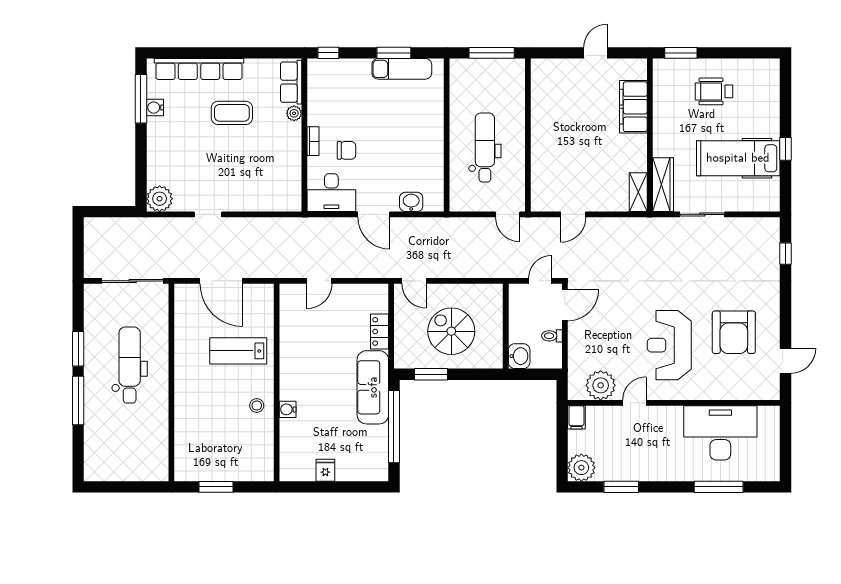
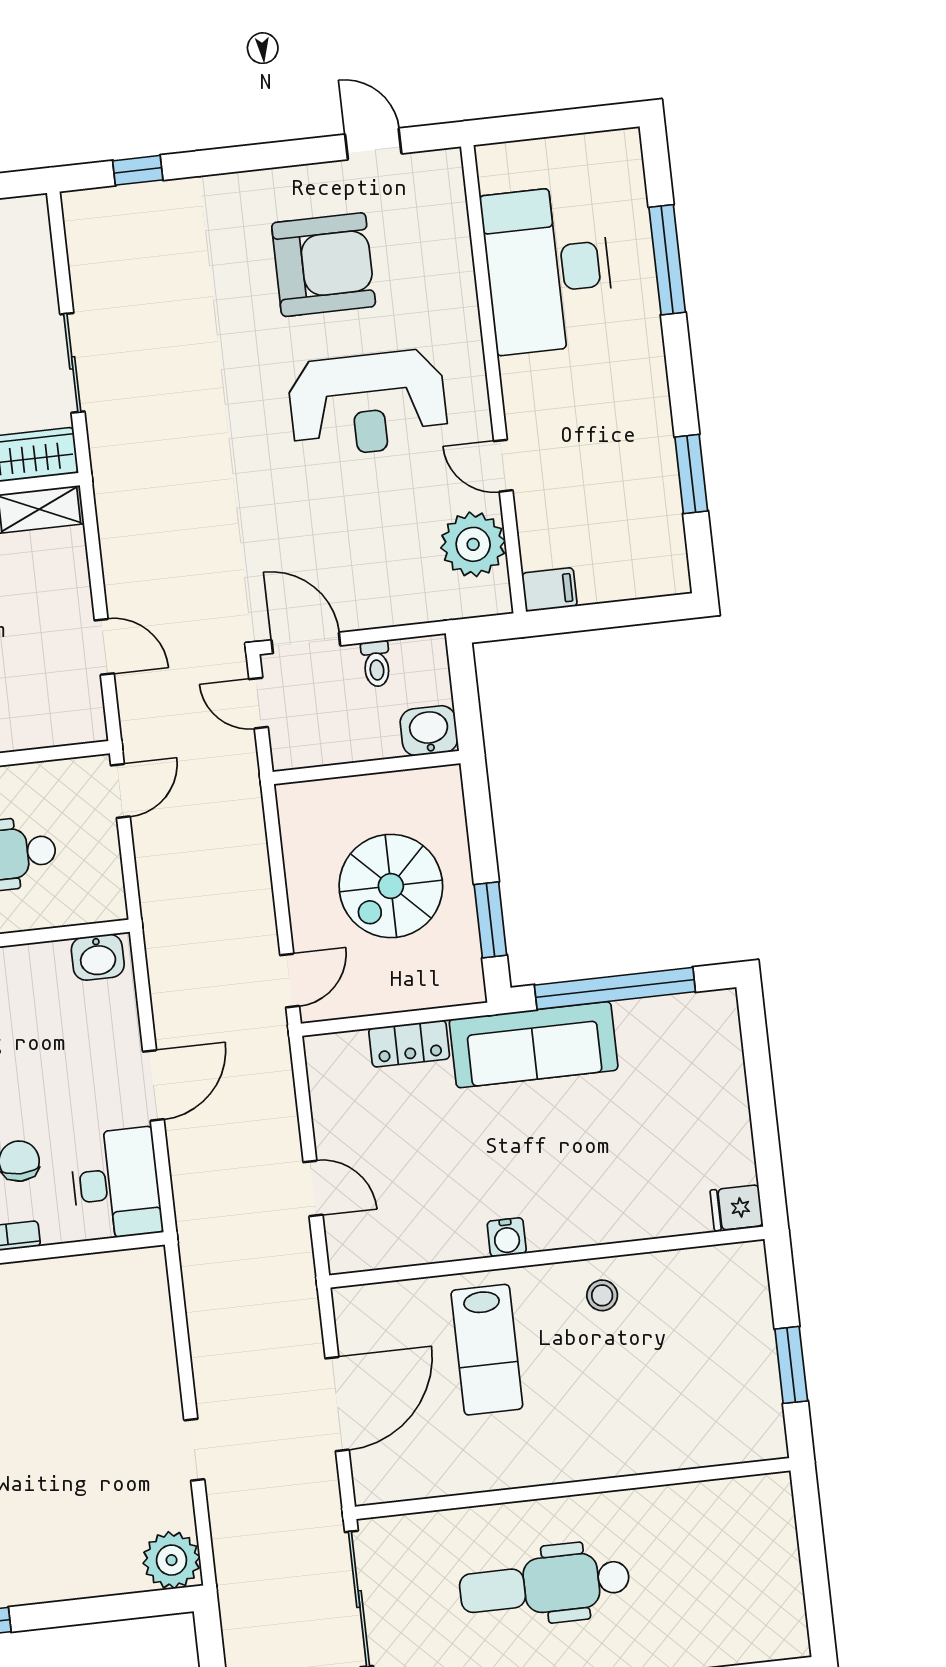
washbasin: (411, 202) -> (98, 957), moved, turned -90
water cooler: (288, 409) -> (507, 1237), moved
plant: (581, 468) -> (659, 566), removed
fridge: (325, 470) -> (737, 1208), moved

